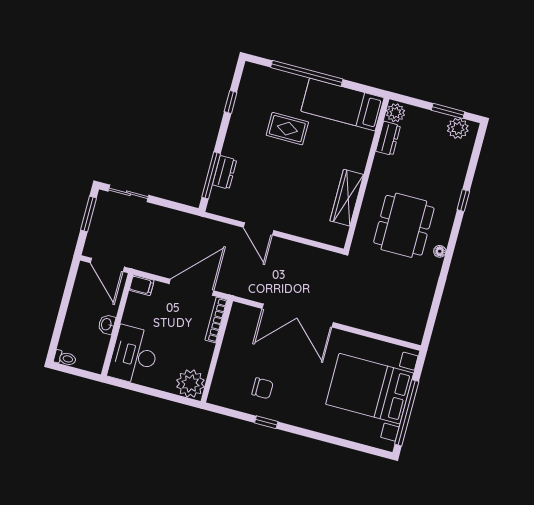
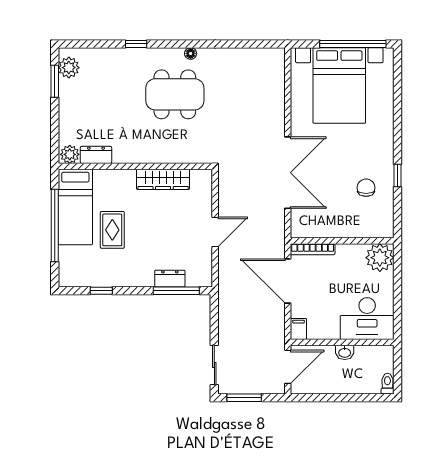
bed: (342, 105) -> (75, 207), moved
plant: (395, 113) -> (70, 154), moved
dresser: (388, 138) -> (96, 155), moved
wall: (367, 174) -> (135, 166), moved
wardrobe: (347, 198) -> (163, 179), moved

